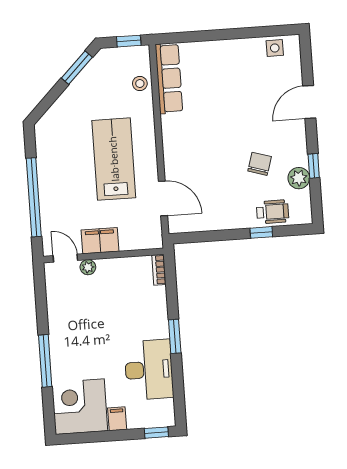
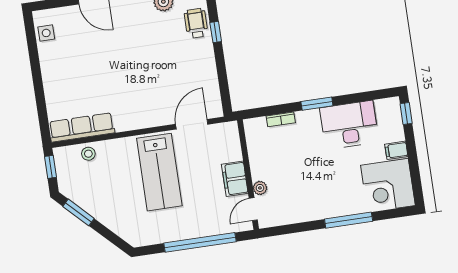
lab bench: (114, 159) -> (159, 172), turned -90
chair: (260, 164) -> (153, 38), removed
bookcase: (159, 270) -> (281, 119), moved

